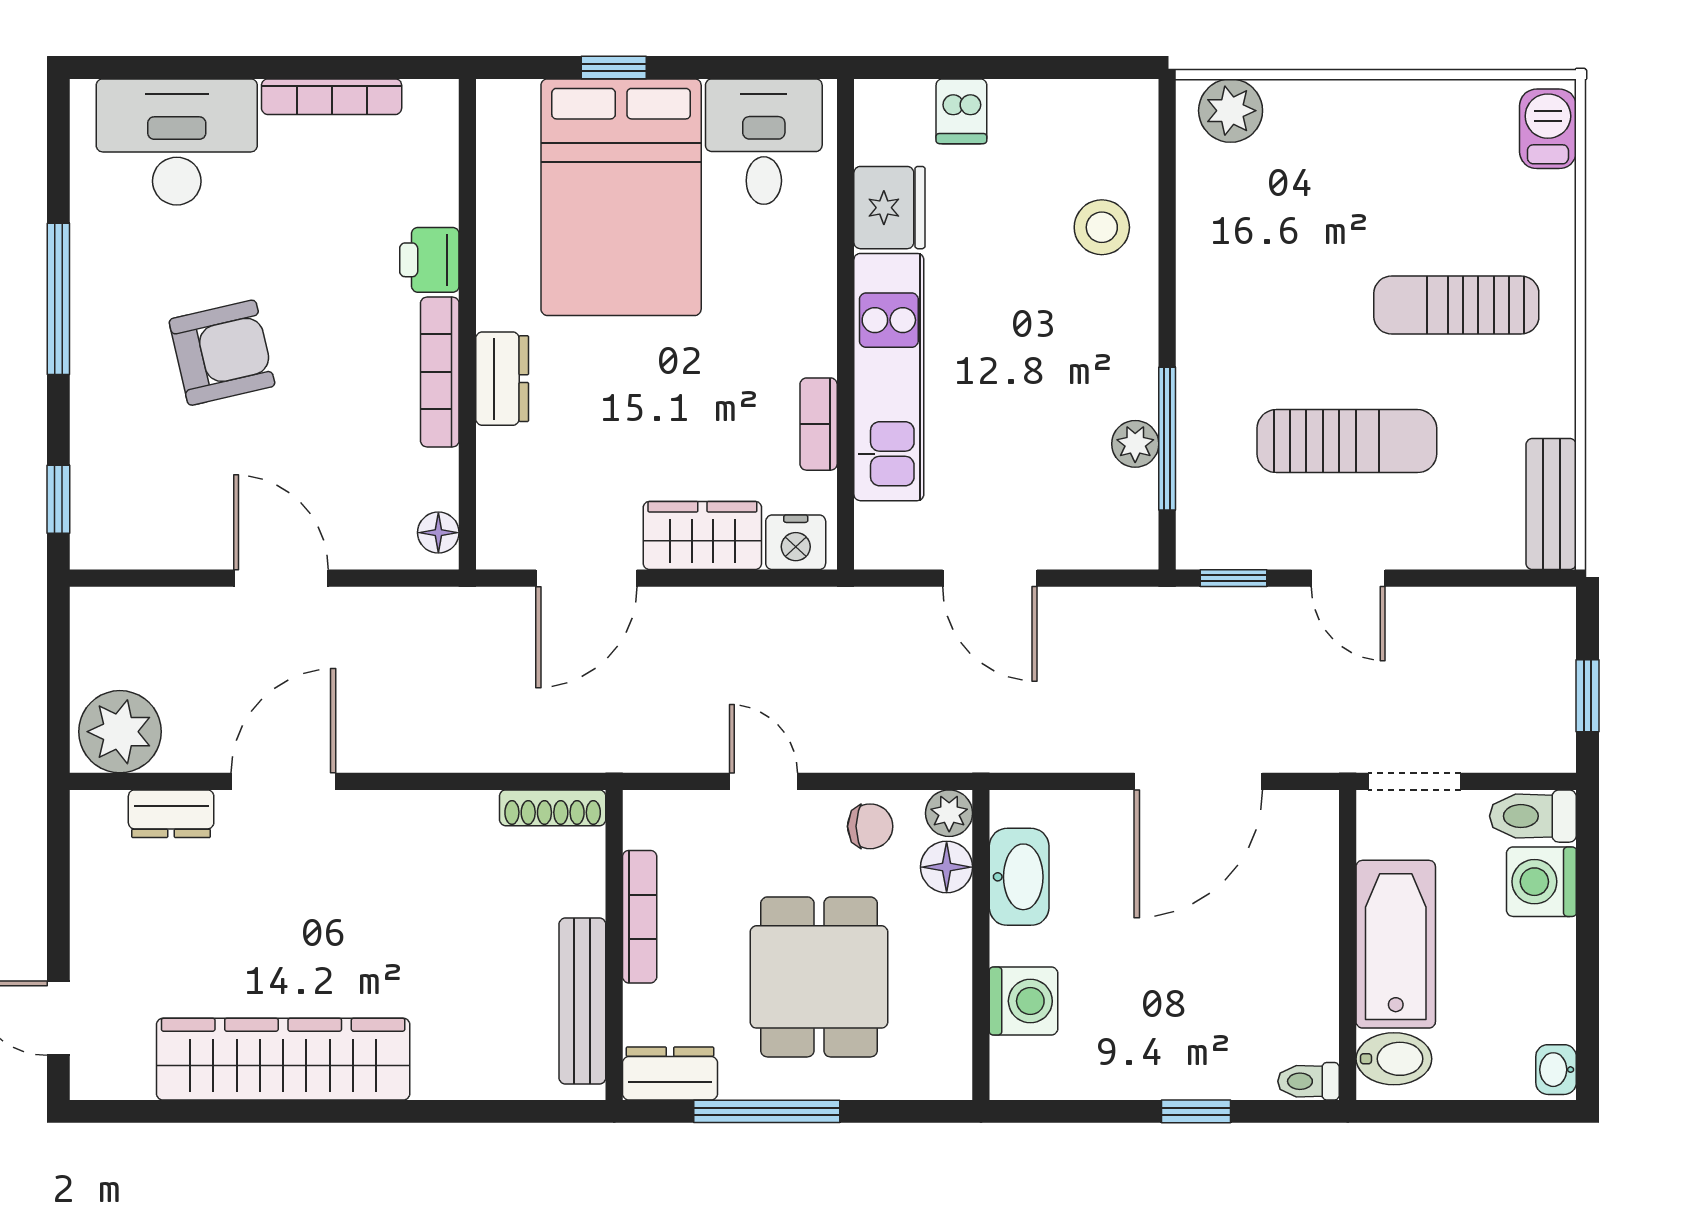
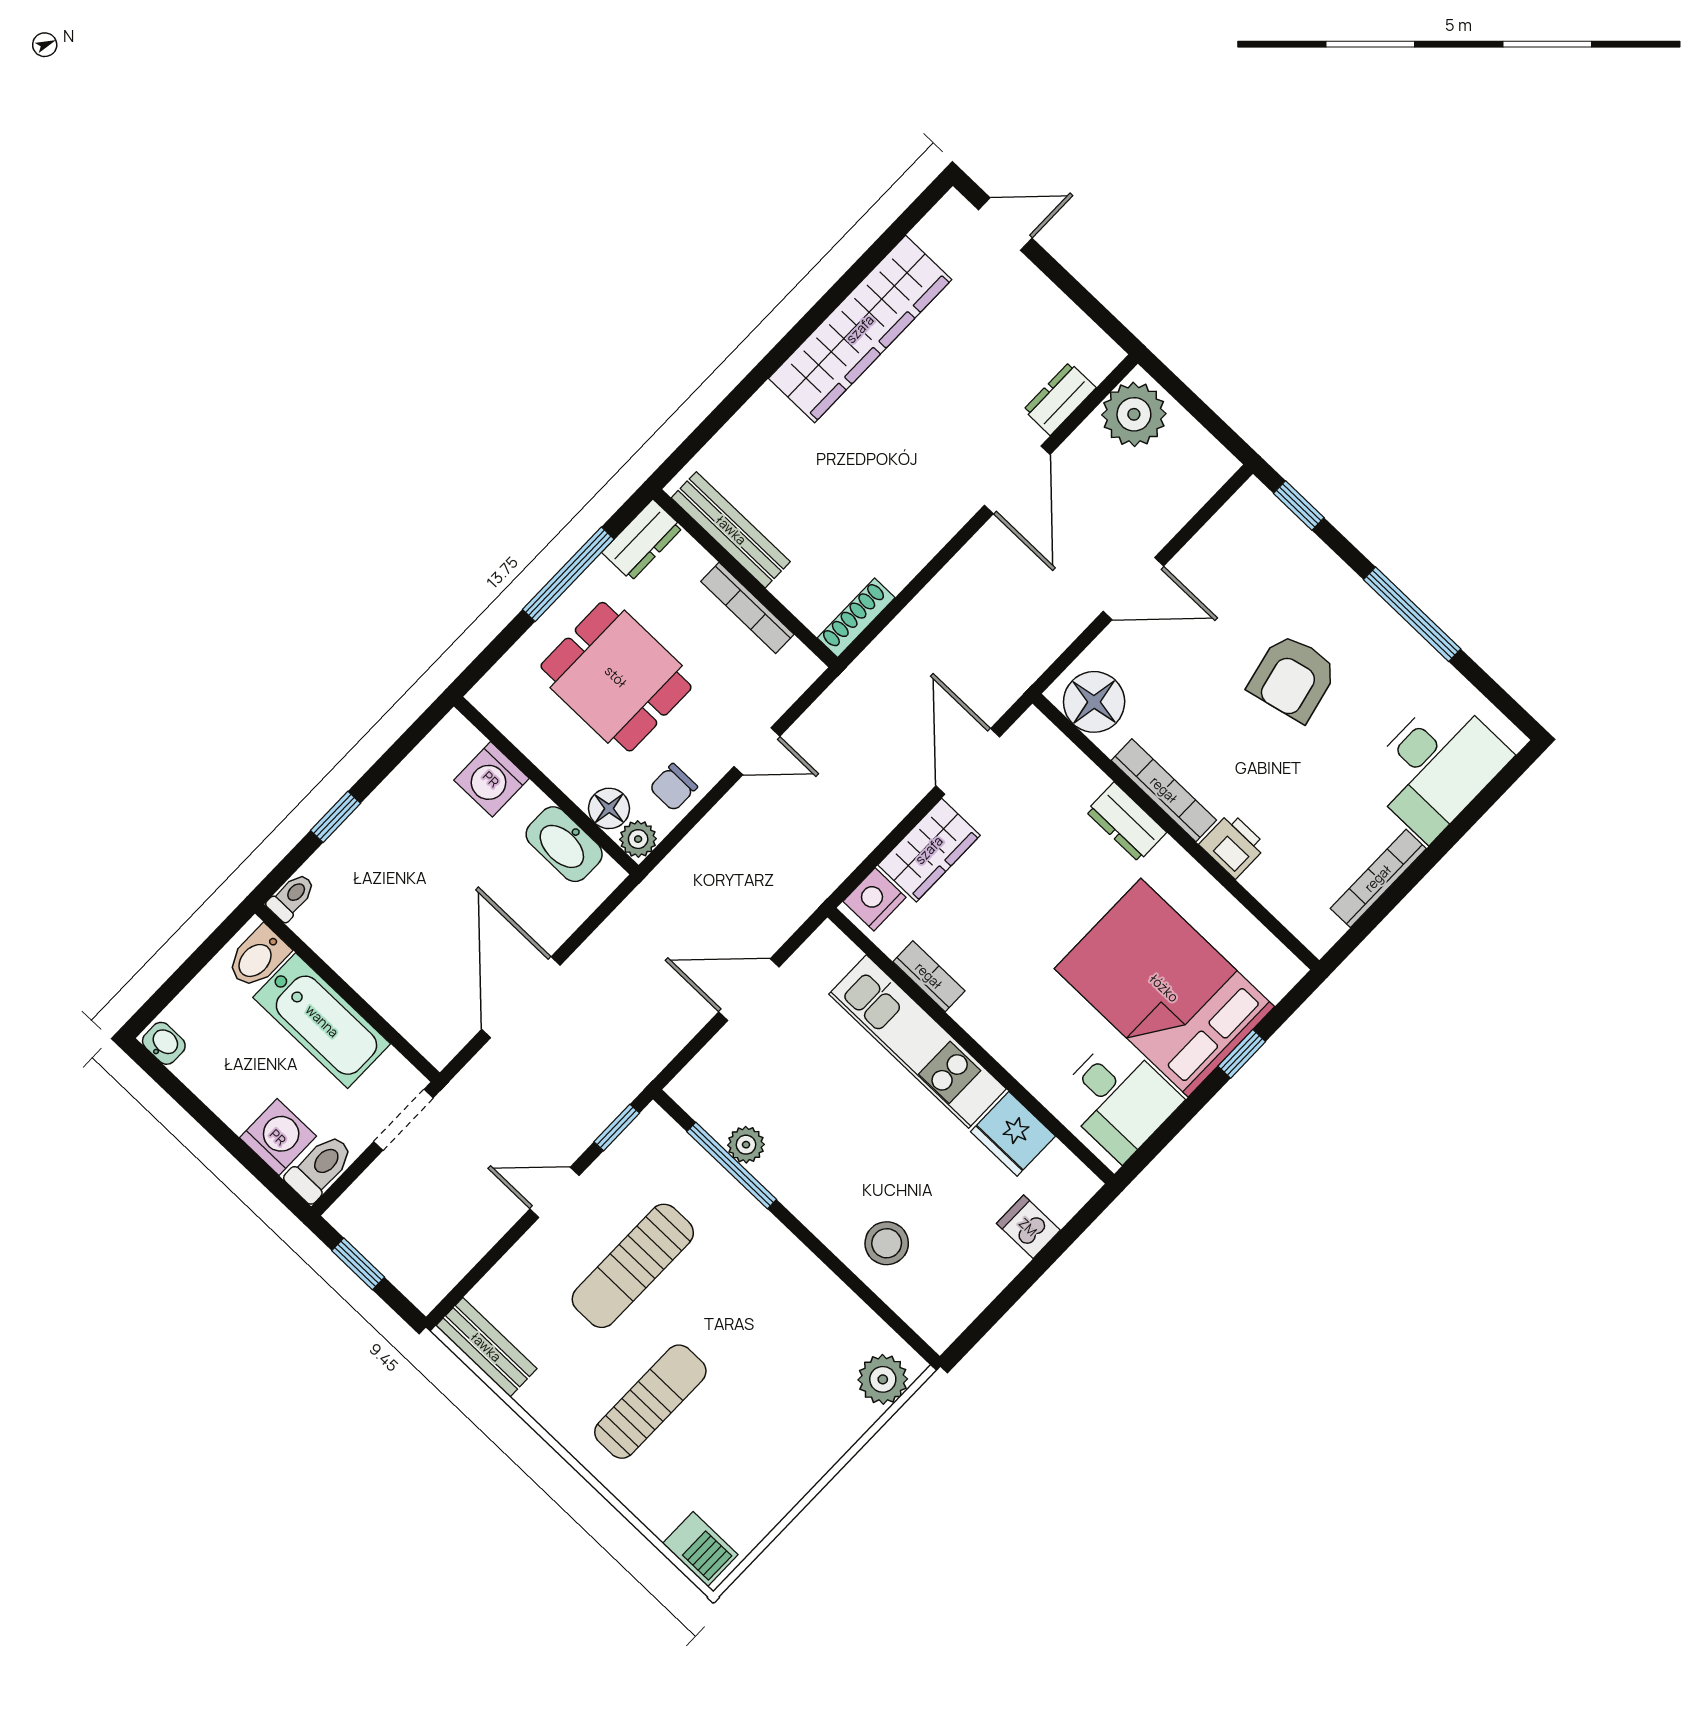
floor lamp: (438, 533) -> (1094, 702), width x1.89, depth x1.89

